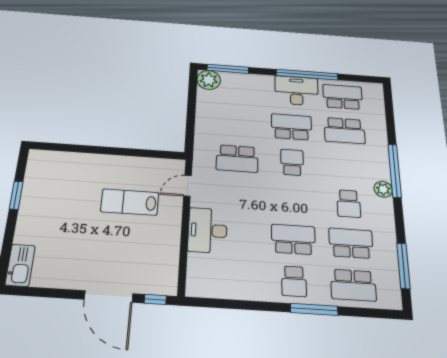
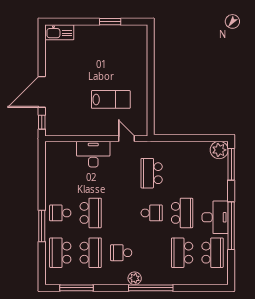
lab bench: (130, 202) -> (111, 99), turned 90

